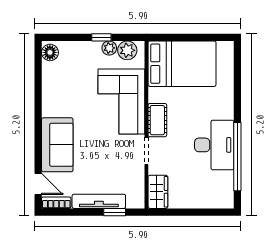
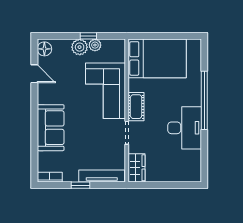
plant: (127, 50) -> (80, 47), moved
window: (237, 157) -> (204, 100), moved
door: (38, 184) -> (34, 74), moved
tv unit: (99, 201) -> (102, 176), moved
window: (115, 212) -> (81, 185), moved

